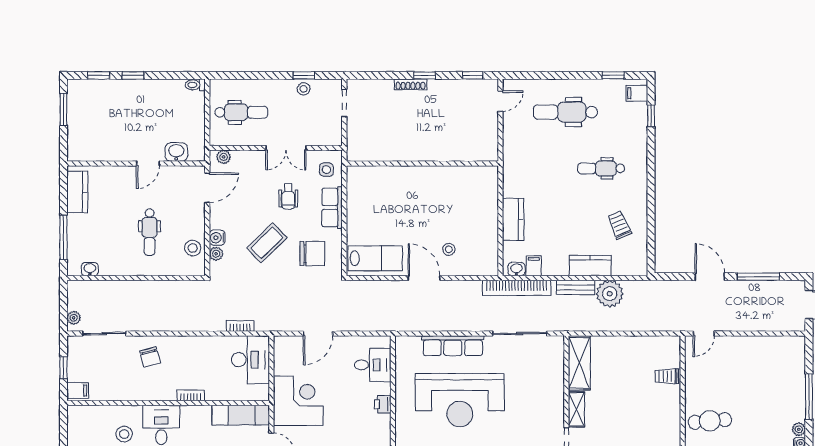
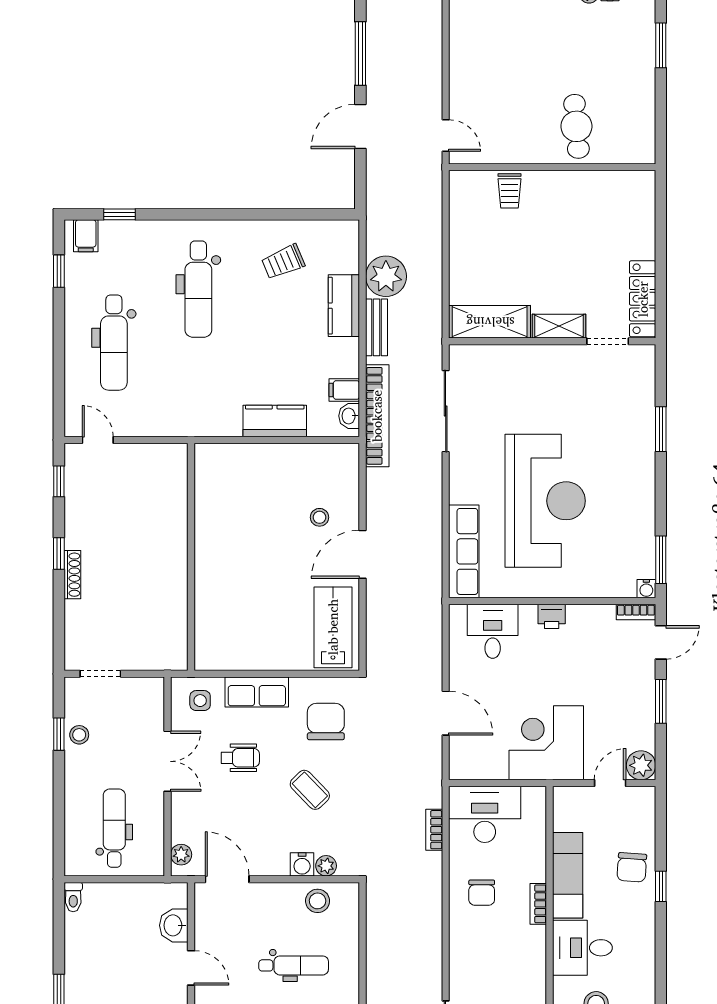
dental chair: (601, 168) -> (198, 289), width x1.36, depth x1.38
coffee table: (267, 243) -> (310, 790), width x0.73, depth x0.77
row of seats: (453, 346) -> (464, 551), moved
chair: (150, 357) -> (482, 893), moved, turned 105
exam couch: (241, 415) -> (568, 875), moved

